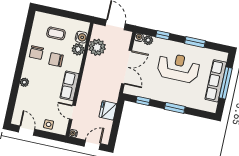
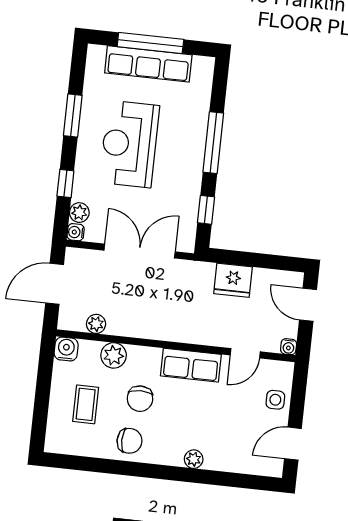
water cooler: (81, 37) -> (66, 349), moved
plant: (97, 47) -> (96, 324), width x0.53, depth x0.53
window: (175, 108) -> (213, 143), width x1.44

